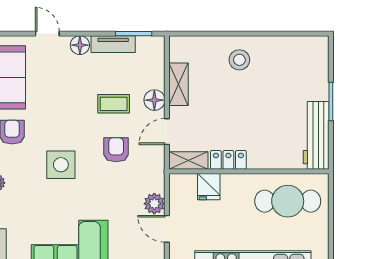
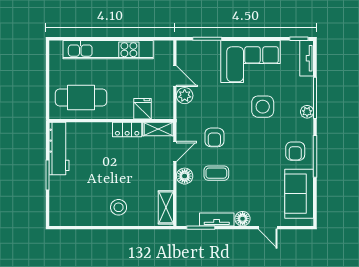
shelving: (179, 84) -> (166, 207), moved
side table: (61, 165) -> (263, 107), moved

